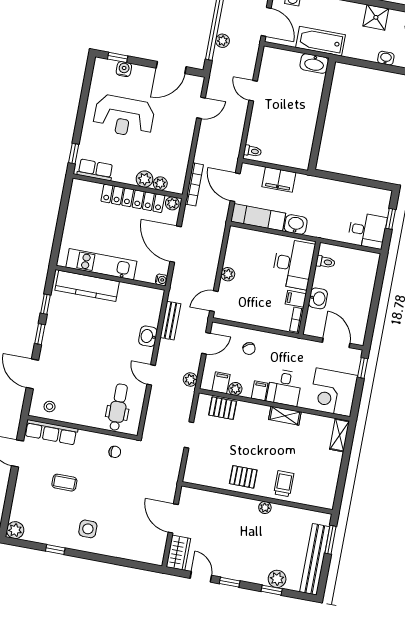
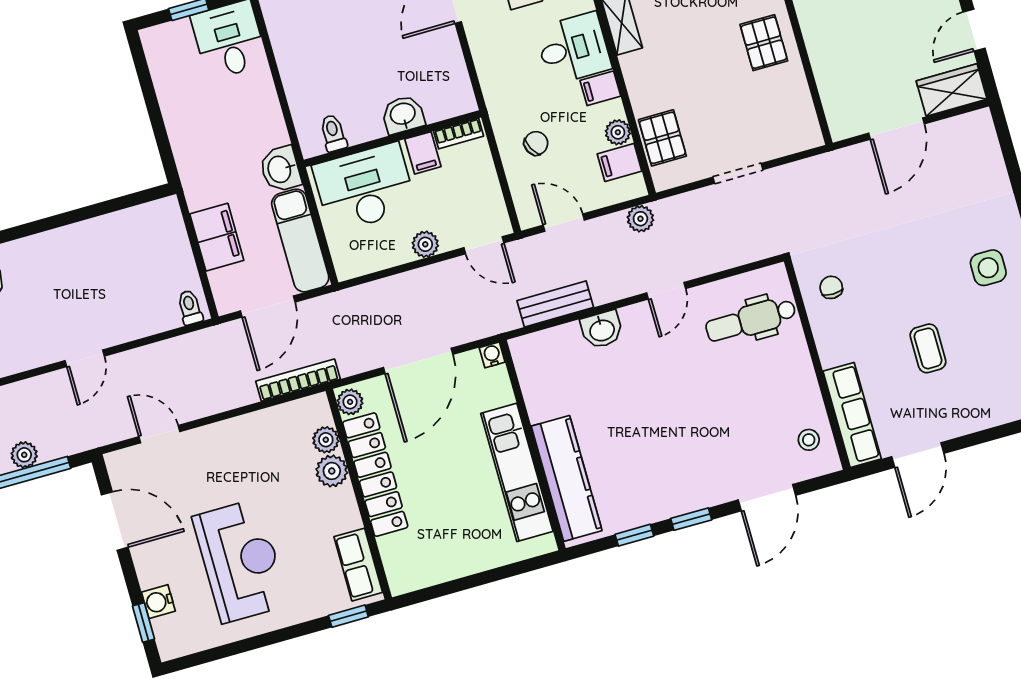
toilet: (325, 262) -> (333, 133), moved
desk: (293, 264) -> (365, 188), moved
wall: (309, 288) -> (392, 139), moved
washbasin: (318, 298) -> (403, 115), moved
filing cabinet: (296, 299) -> (423, 153), moved
bookcase: (297, 320) -> (459, 133), moved

